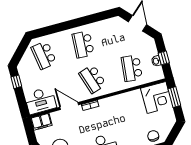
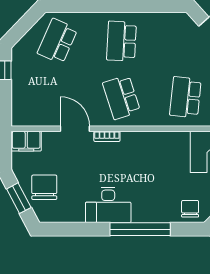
school desk: (44, 55) -> (57, 41), turned 33
desk: (40, 101) -> (33, 109), removed

